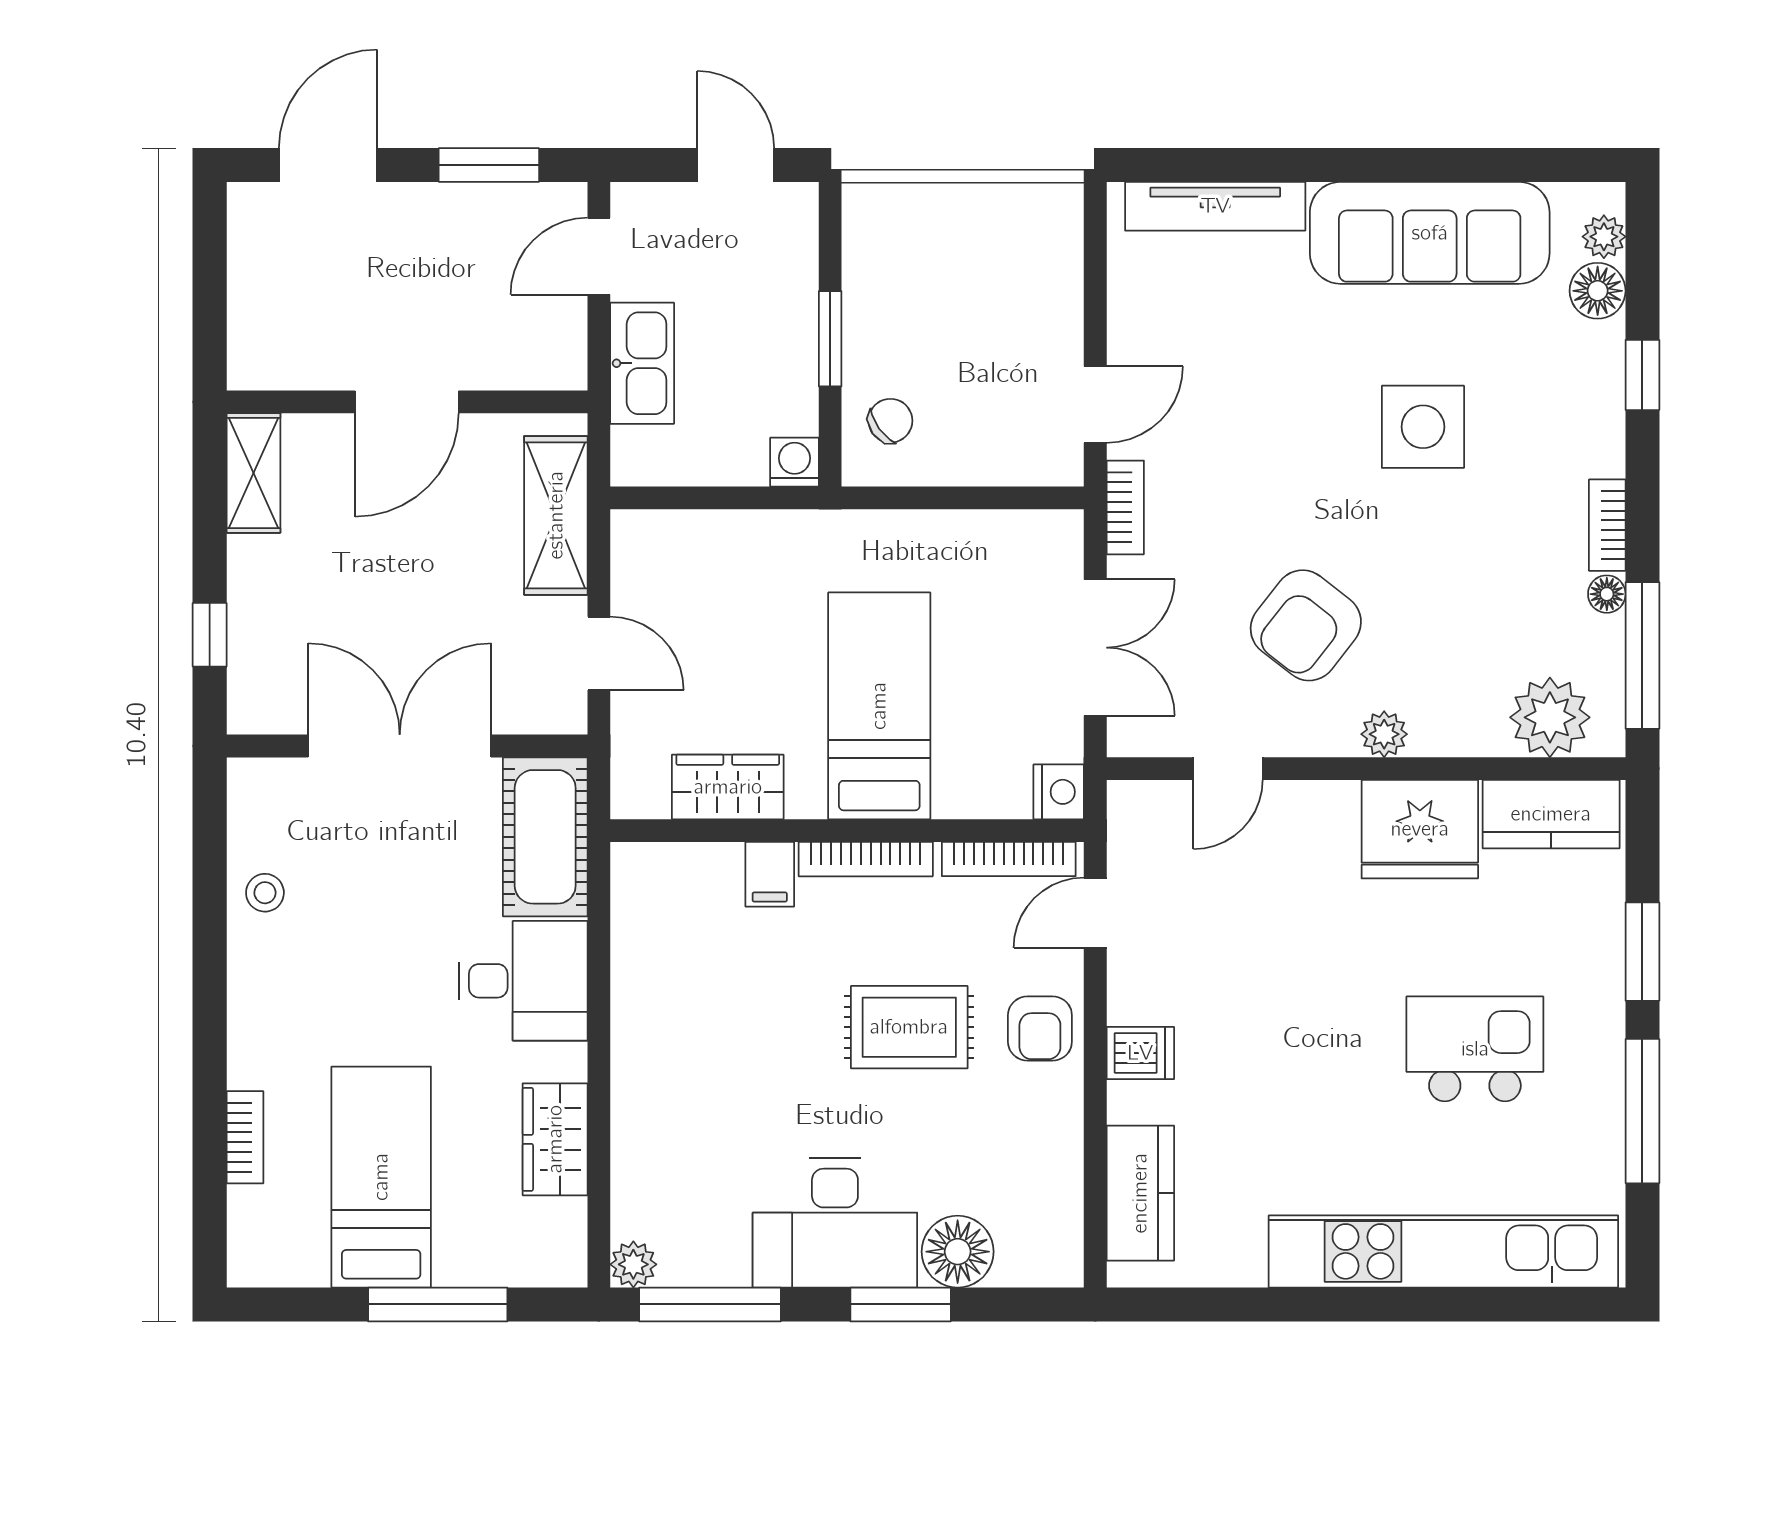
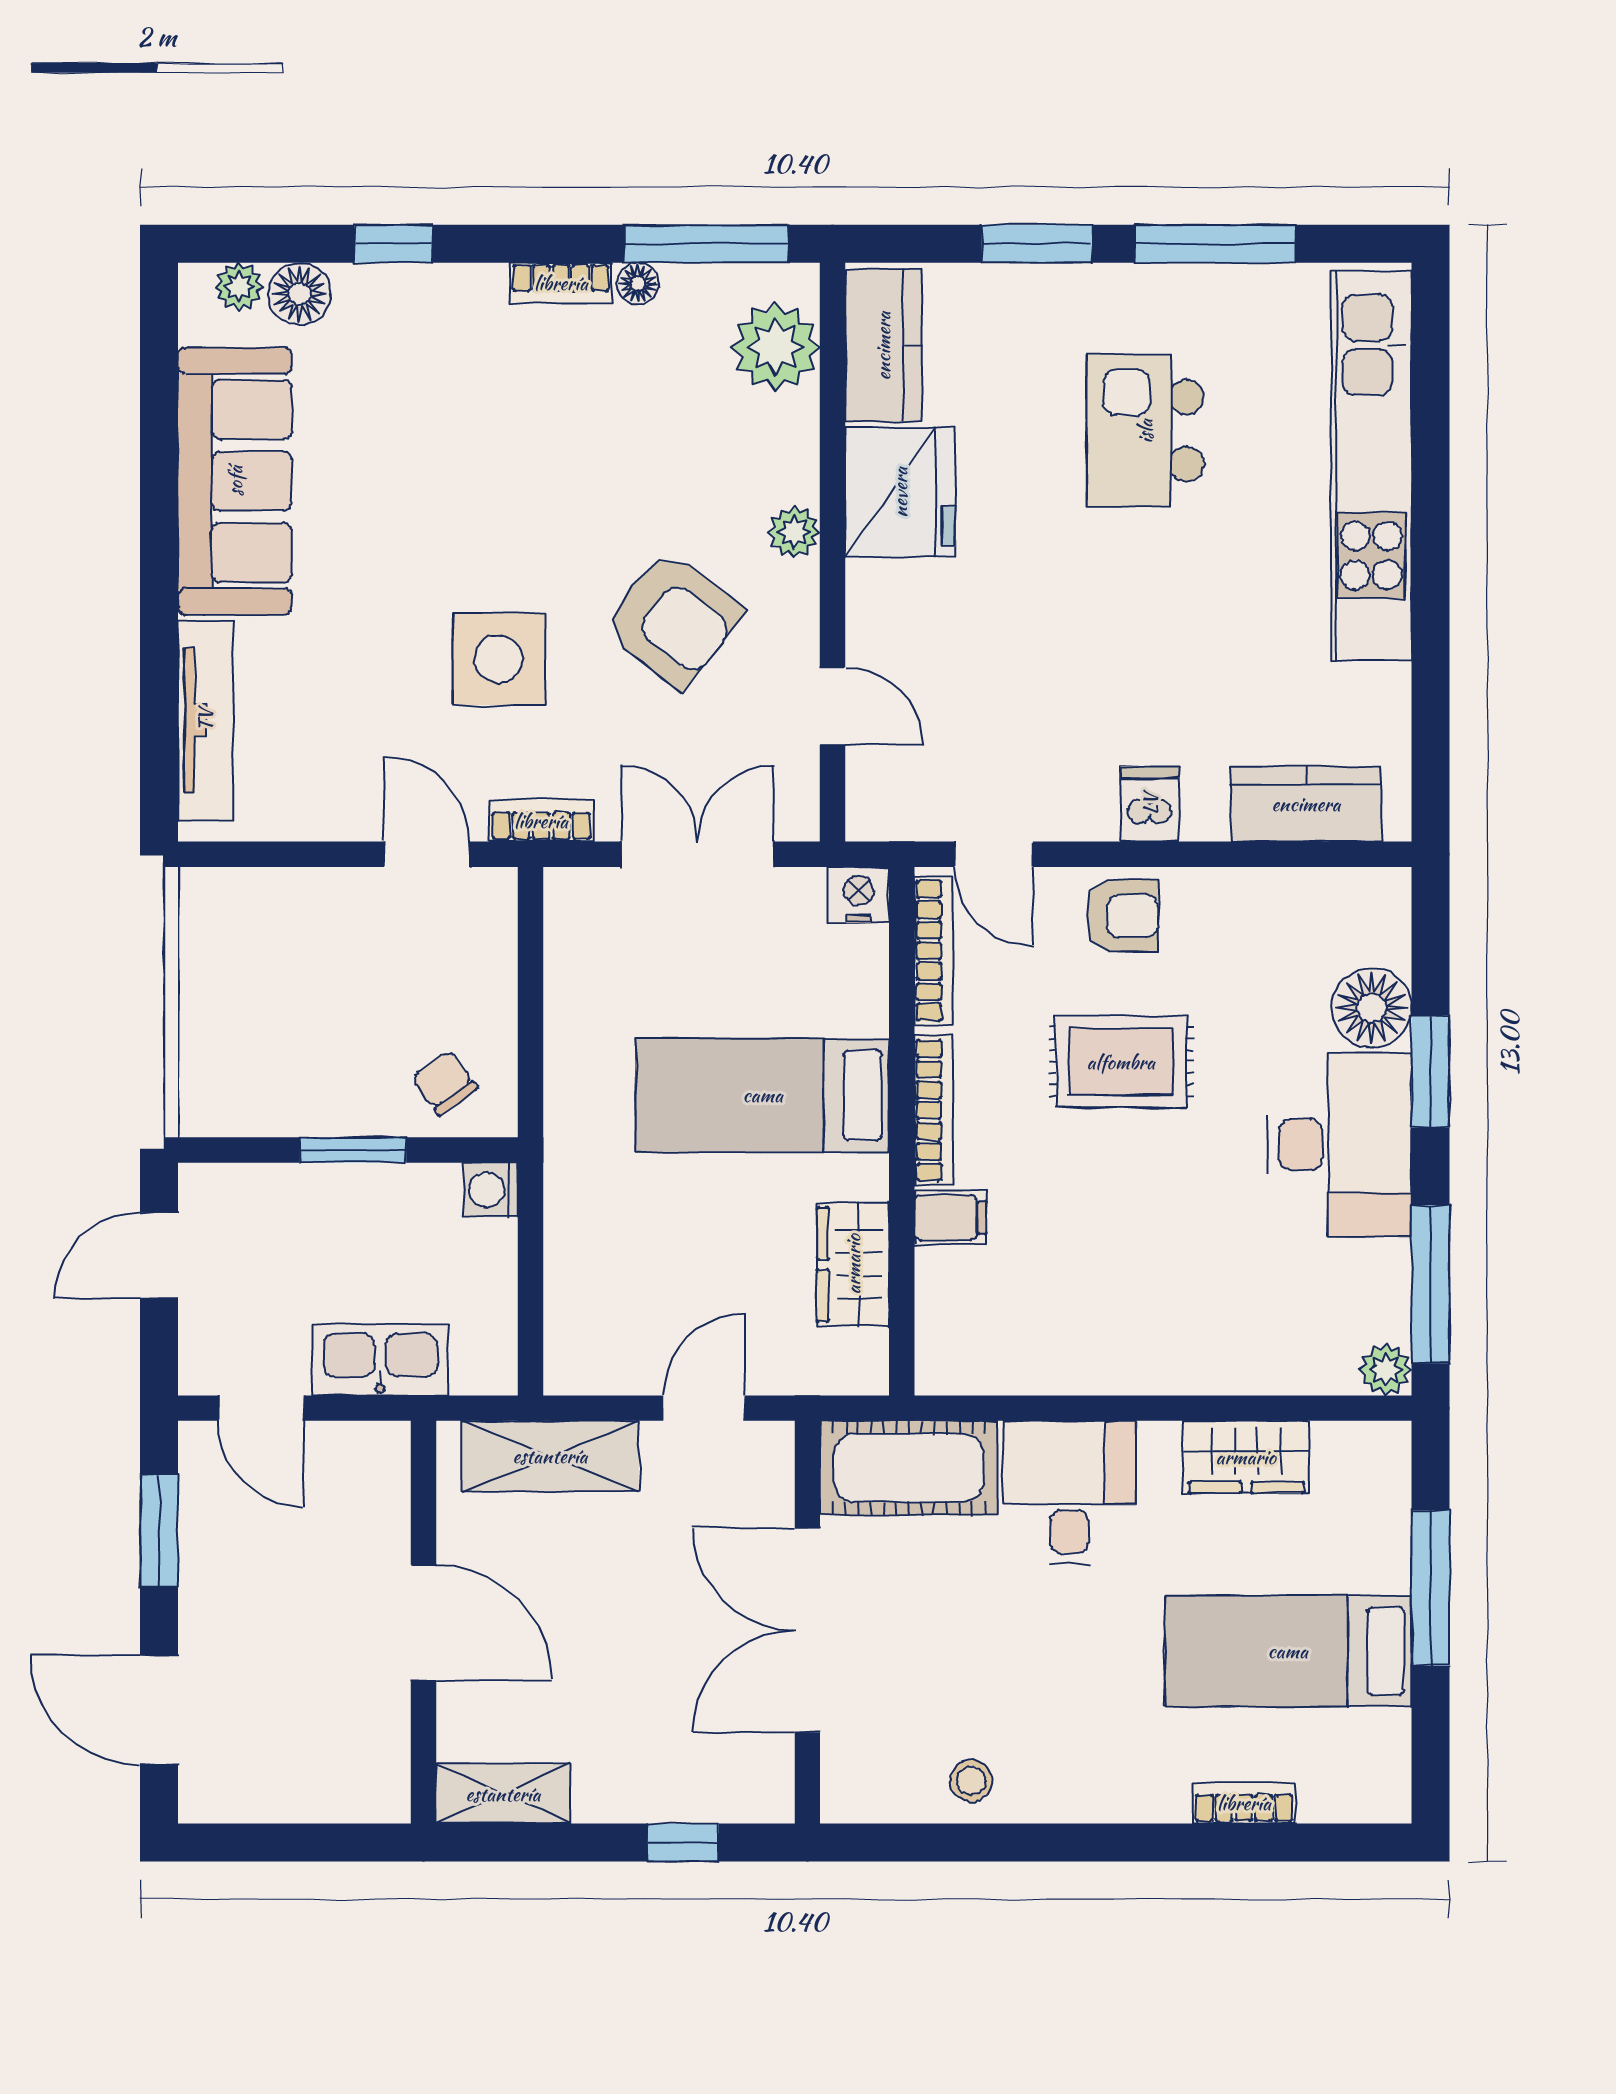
side table: (1423, 427) -> (498, 659), moved
rug: (909, 1027) -> (1121, 1062), turned 90

